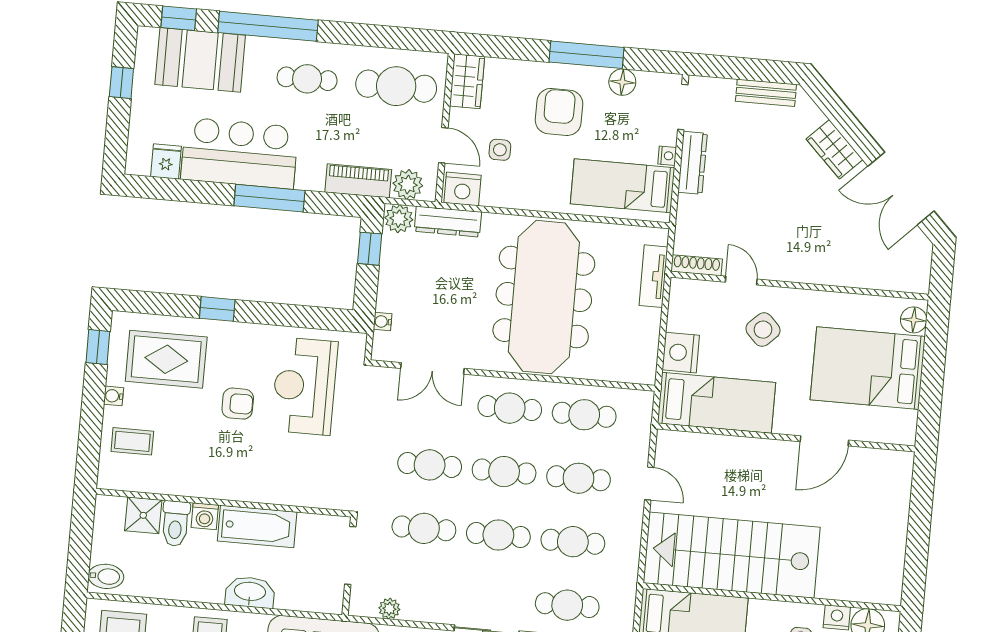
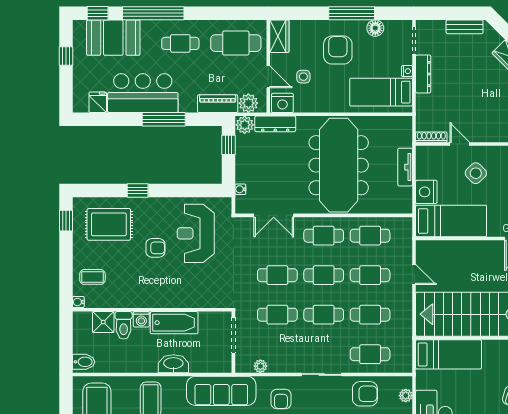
tv unit: (653, 276) -> (405, 167), moved
water cooler: (114, 396) -> (78, 302), moved

